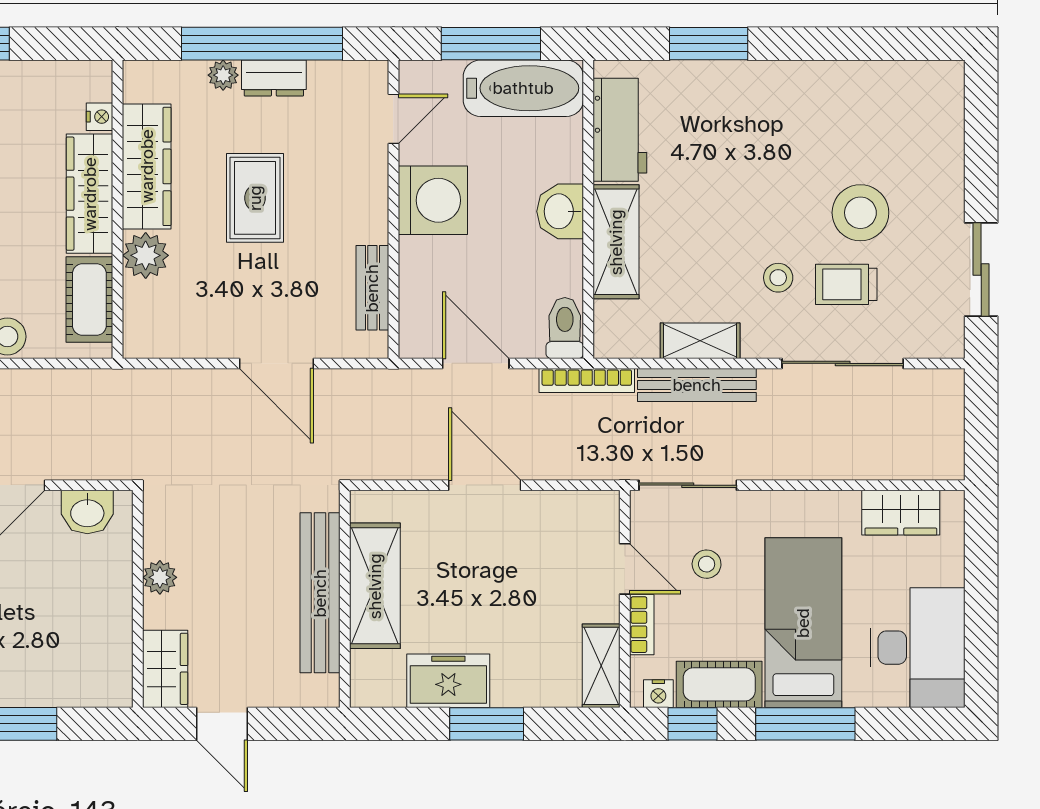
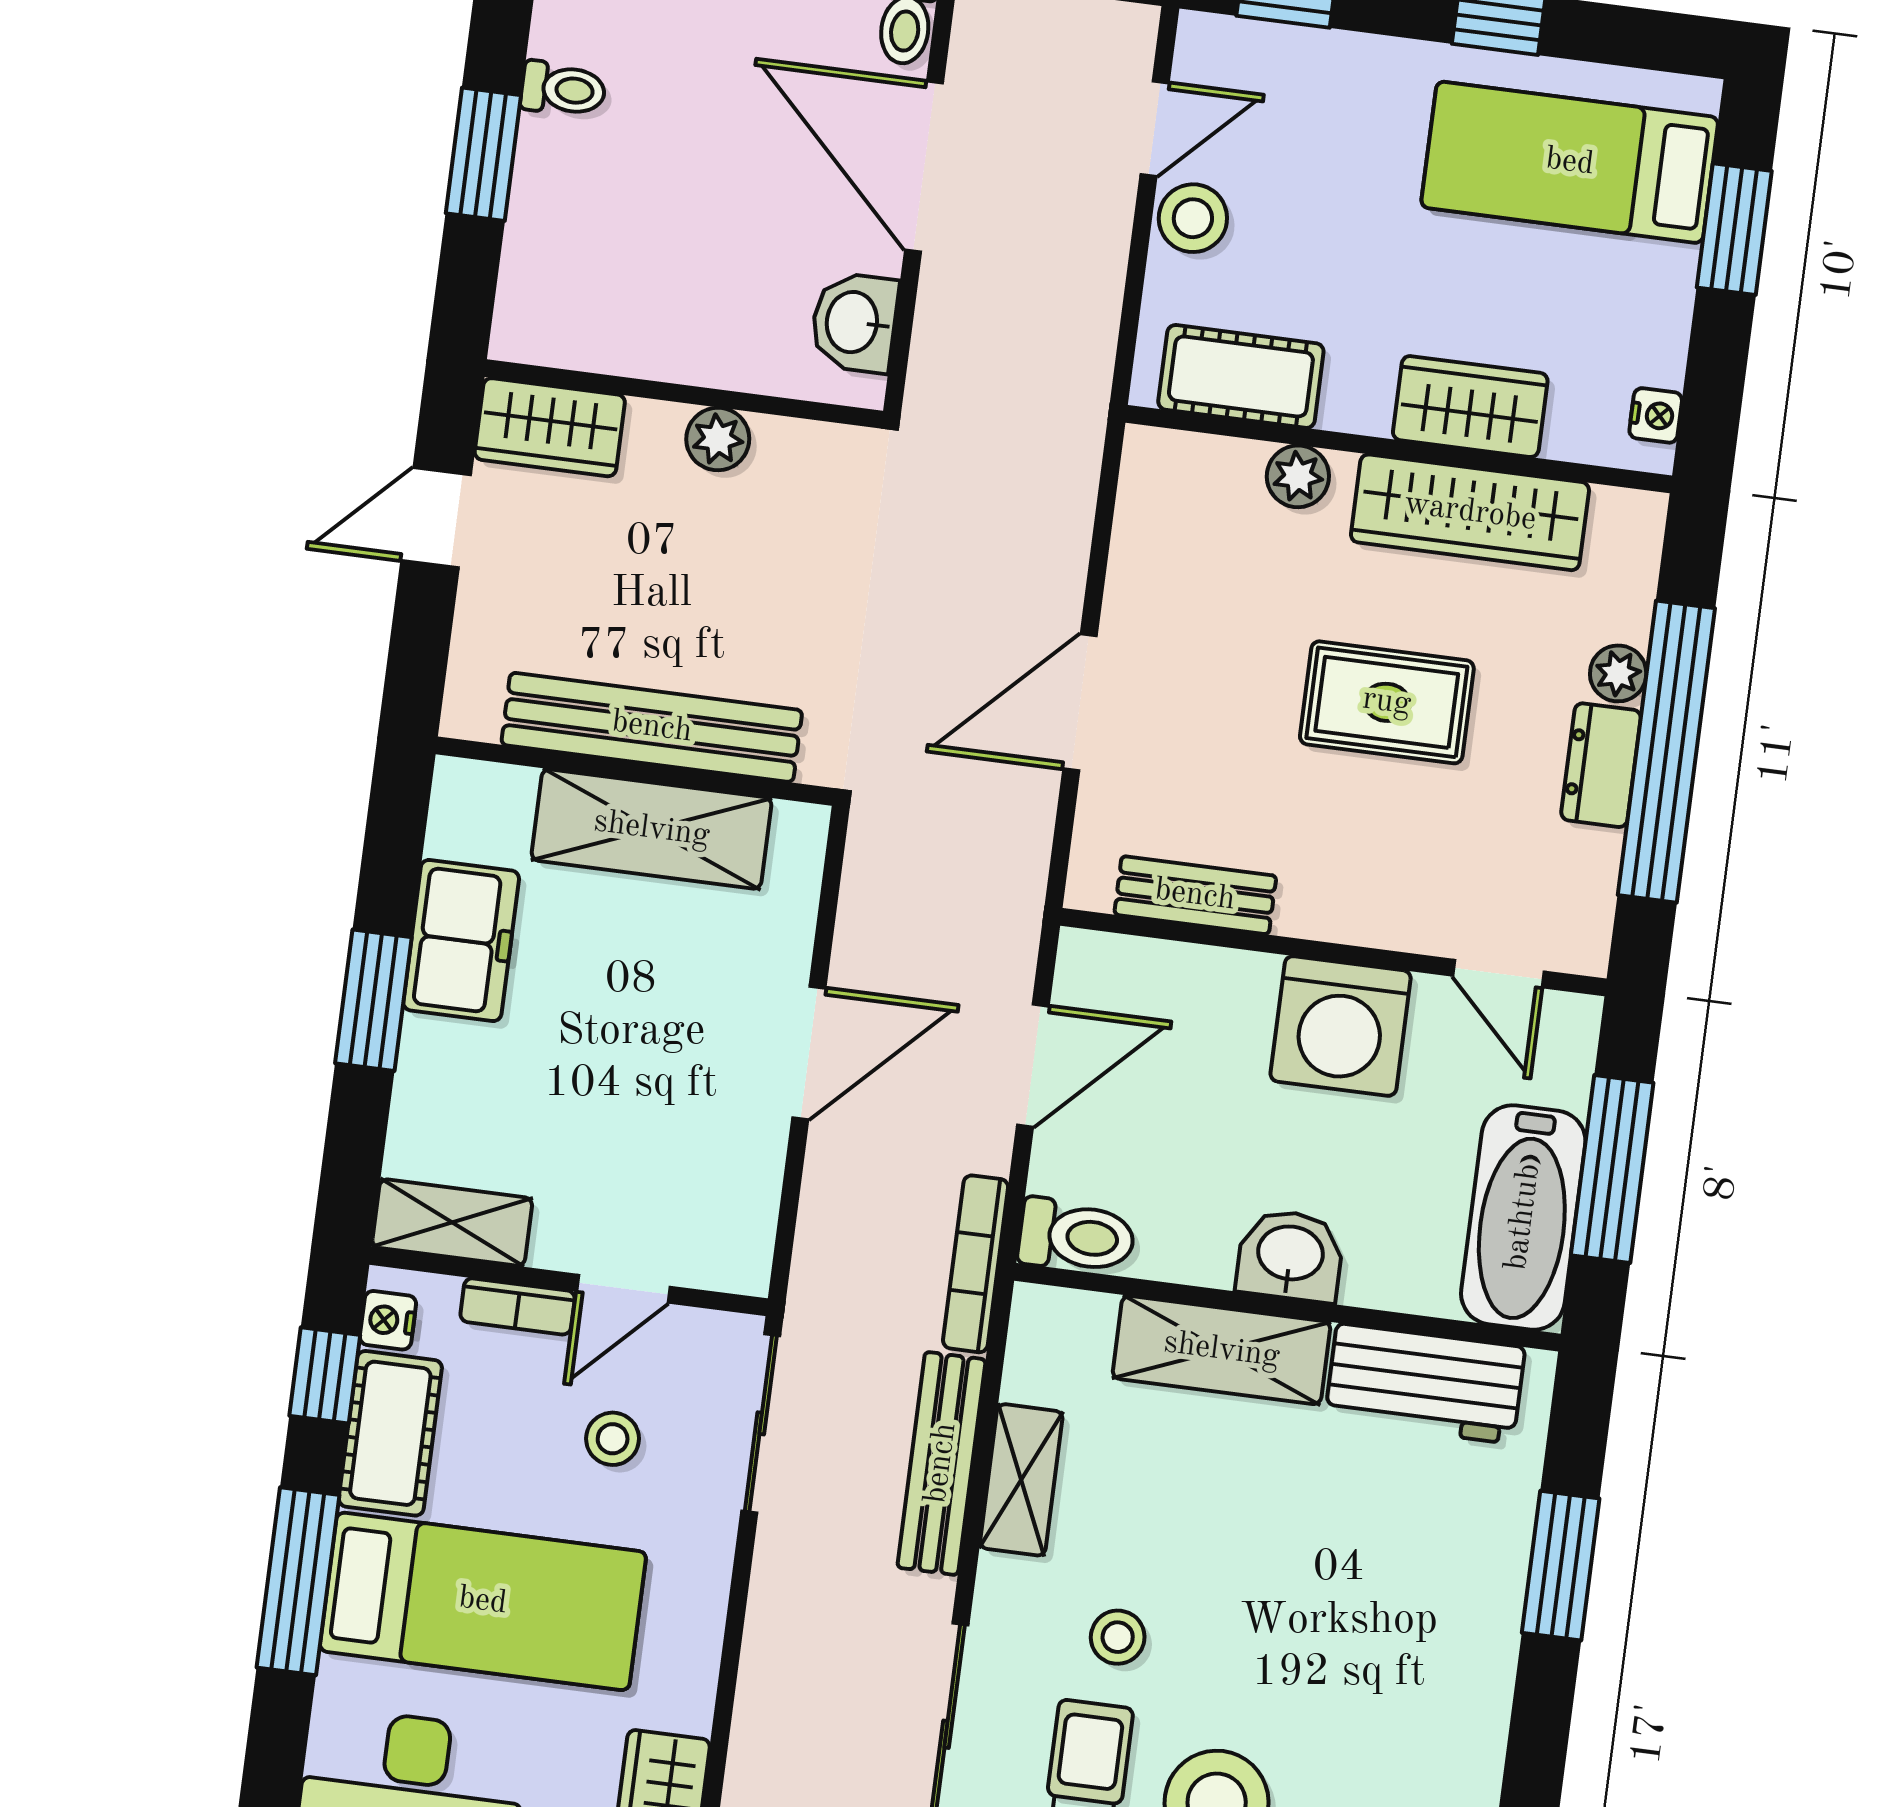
nightstand: (100, 117) -> (1656, 415), moved, turned -90
wardrobe: (90, 194) -> (1470, 407), width x0.67
plant: (146, 255) -> (1298, 476), width x0.73, depth x0.73

